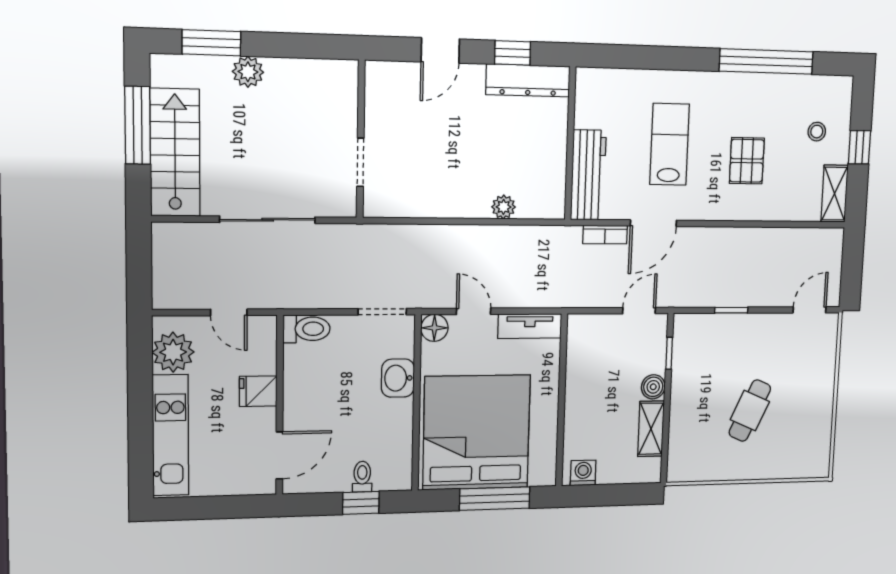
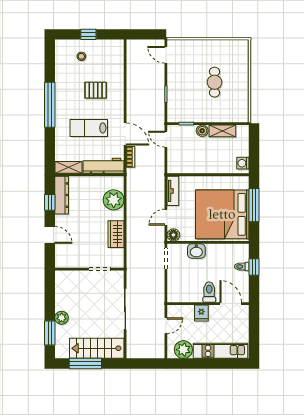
window: (766, 61) -> (50, 105), moved
shelving: (835, 194) -> (69, 167), moved
wardrobe: (439, 201) -> (116, 234), added
plant: (504, 207) -> (114, 200), width x1.88, depth x1.88
toilet: (307, 329) -> (209, 292), moved
cafe table: (750, 411) -> (215, 82), turned 66

